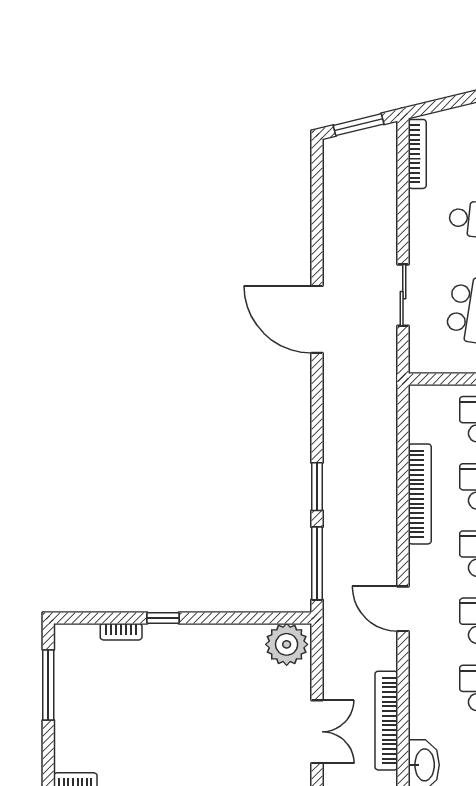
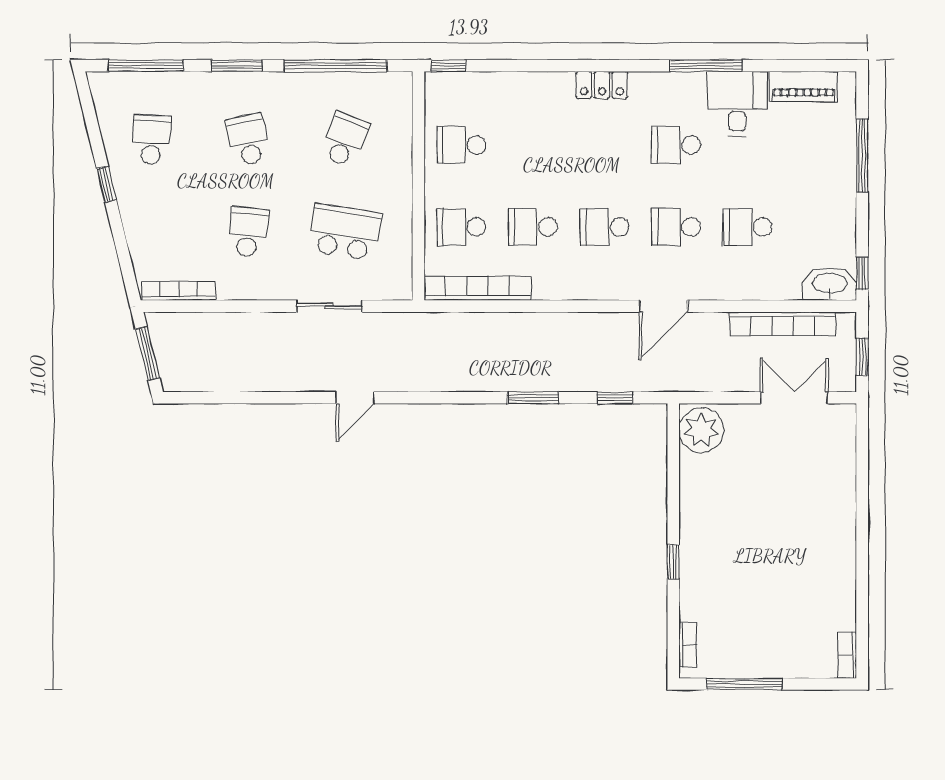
door: (317, 319) -> (355, 398), width x0.53
bookcase: (420, 494) -> (478, 288), moved
window: (317, 563) -> (615, 398), width x0.46
bookcase: (121, 632) -> (688, 645), moved

